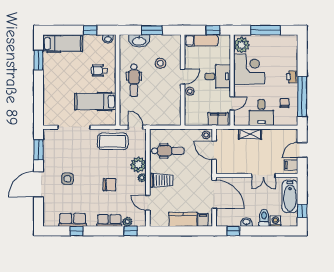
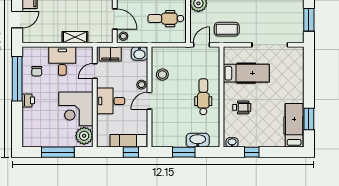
window: (213, 30) -> (131, 152), moved
hospital bed: (63, 44) -> (294, 125), moved, turned 90
stool: (160, 63) -> (162, 75), moved
washbasin: (192, 119) -> (139, 53), added
door: (136, 127) -> (202, 45), swing flipped
coffee table: (113, 141) -> (227, 29), width x0.73, depth x0.76

